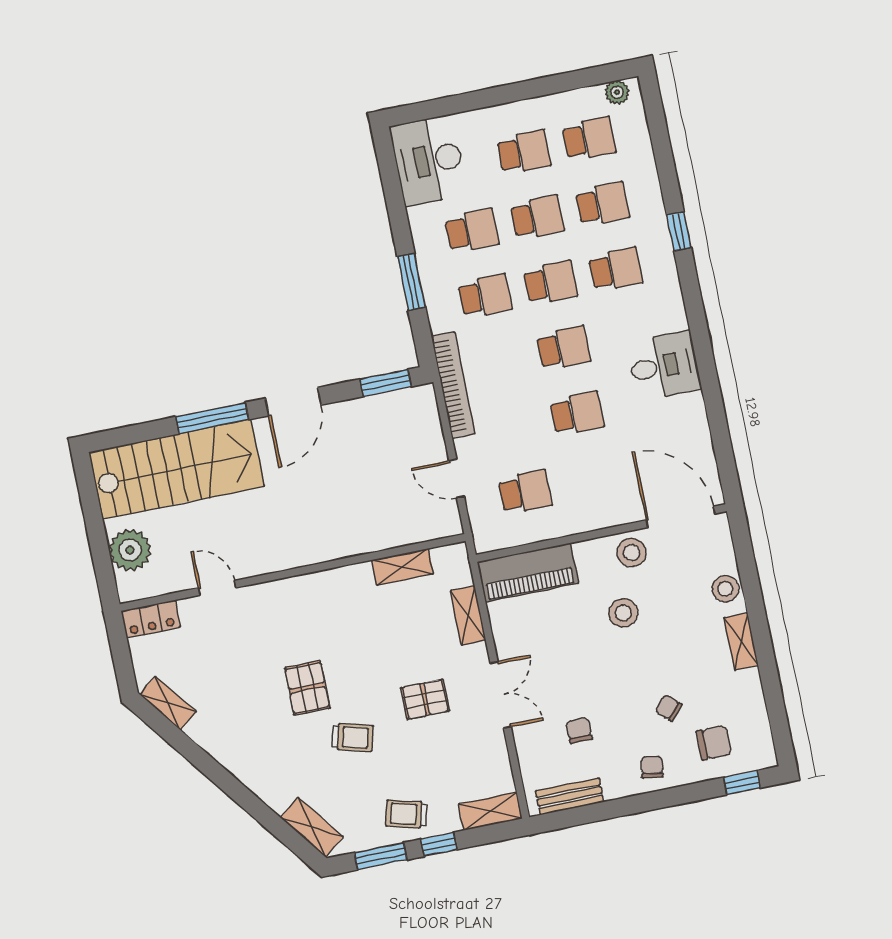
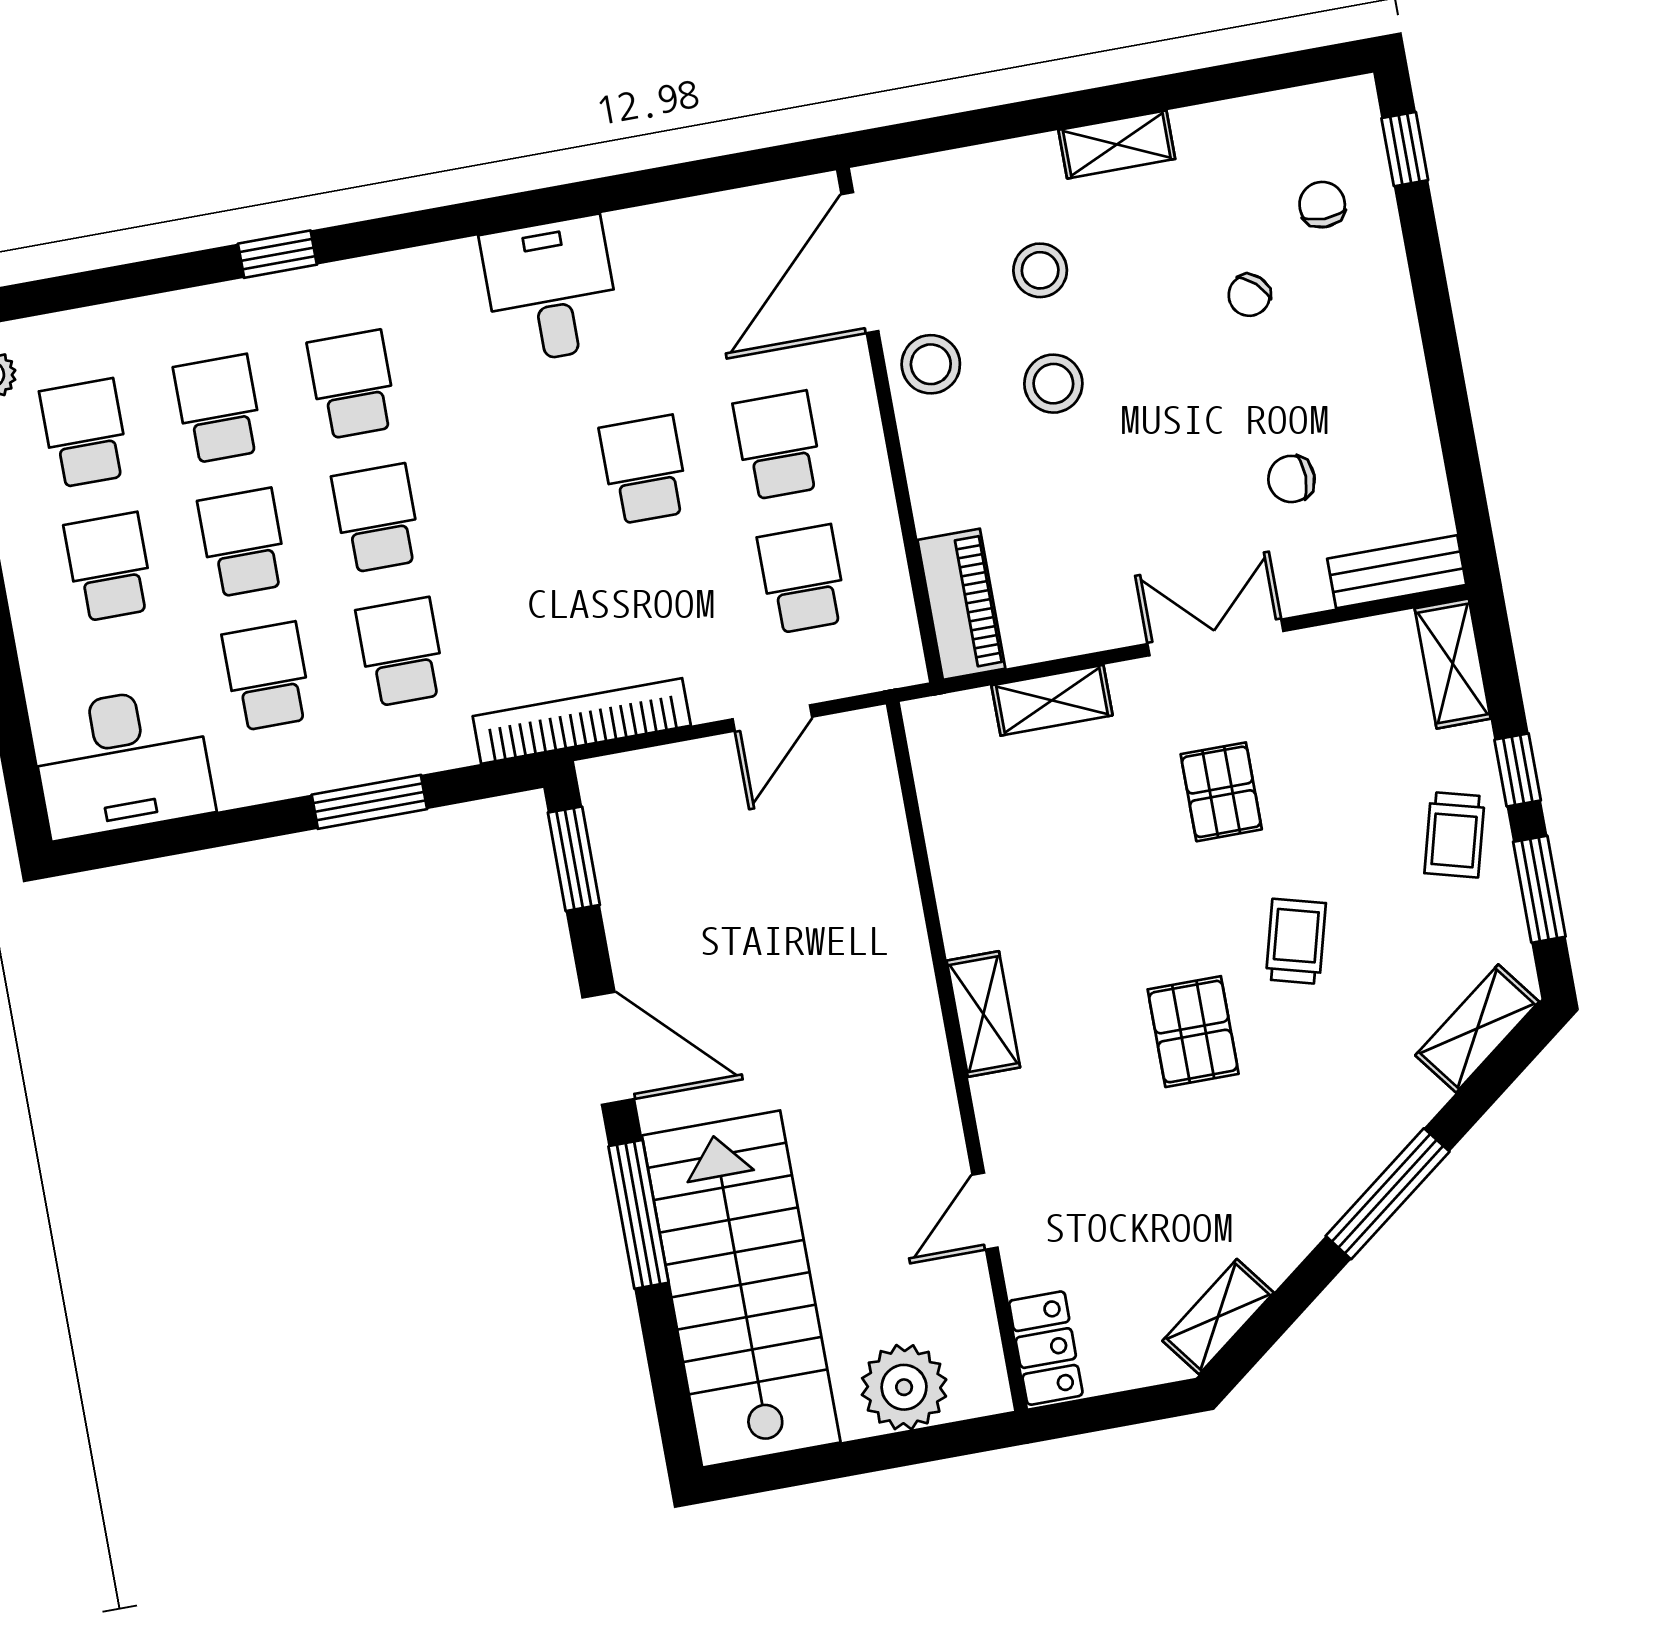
school desk: (564, 348) -> (778, 445), moved
shelving: (403, 567) -> (983, 1014), moved
piano: (528, 573) -> (961, 604), width x0.73, depth x0.75
stool: (725, 589) -> (1040, 270), moved
pallet: (307, 688) -> (1193, 1032), turned 90
chair: (714, 743) -> (1322, 205), width x0.73, depth x0.73
chair: (652, 767) -> (1369, 332), removed
window: (230, 785) -> (1388, 1194), added
bench: (570, 796) -> (1397, 572), moved, turned 90

